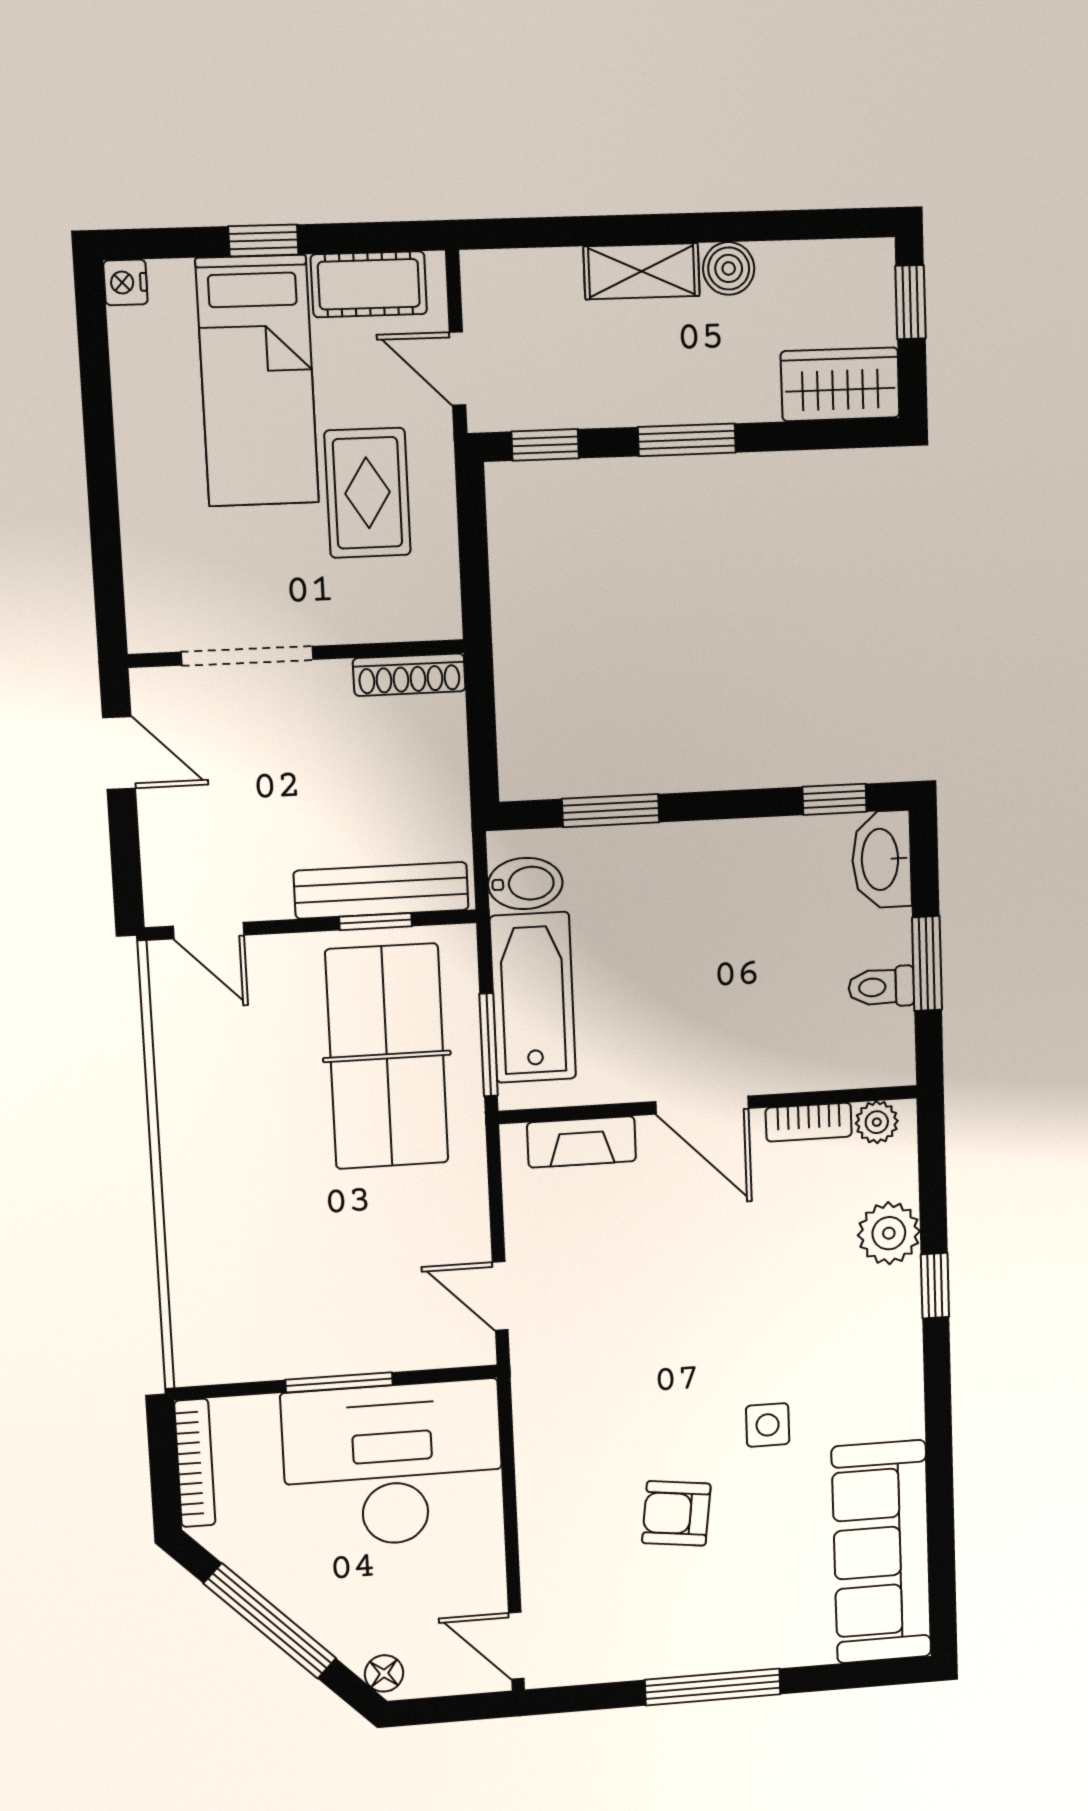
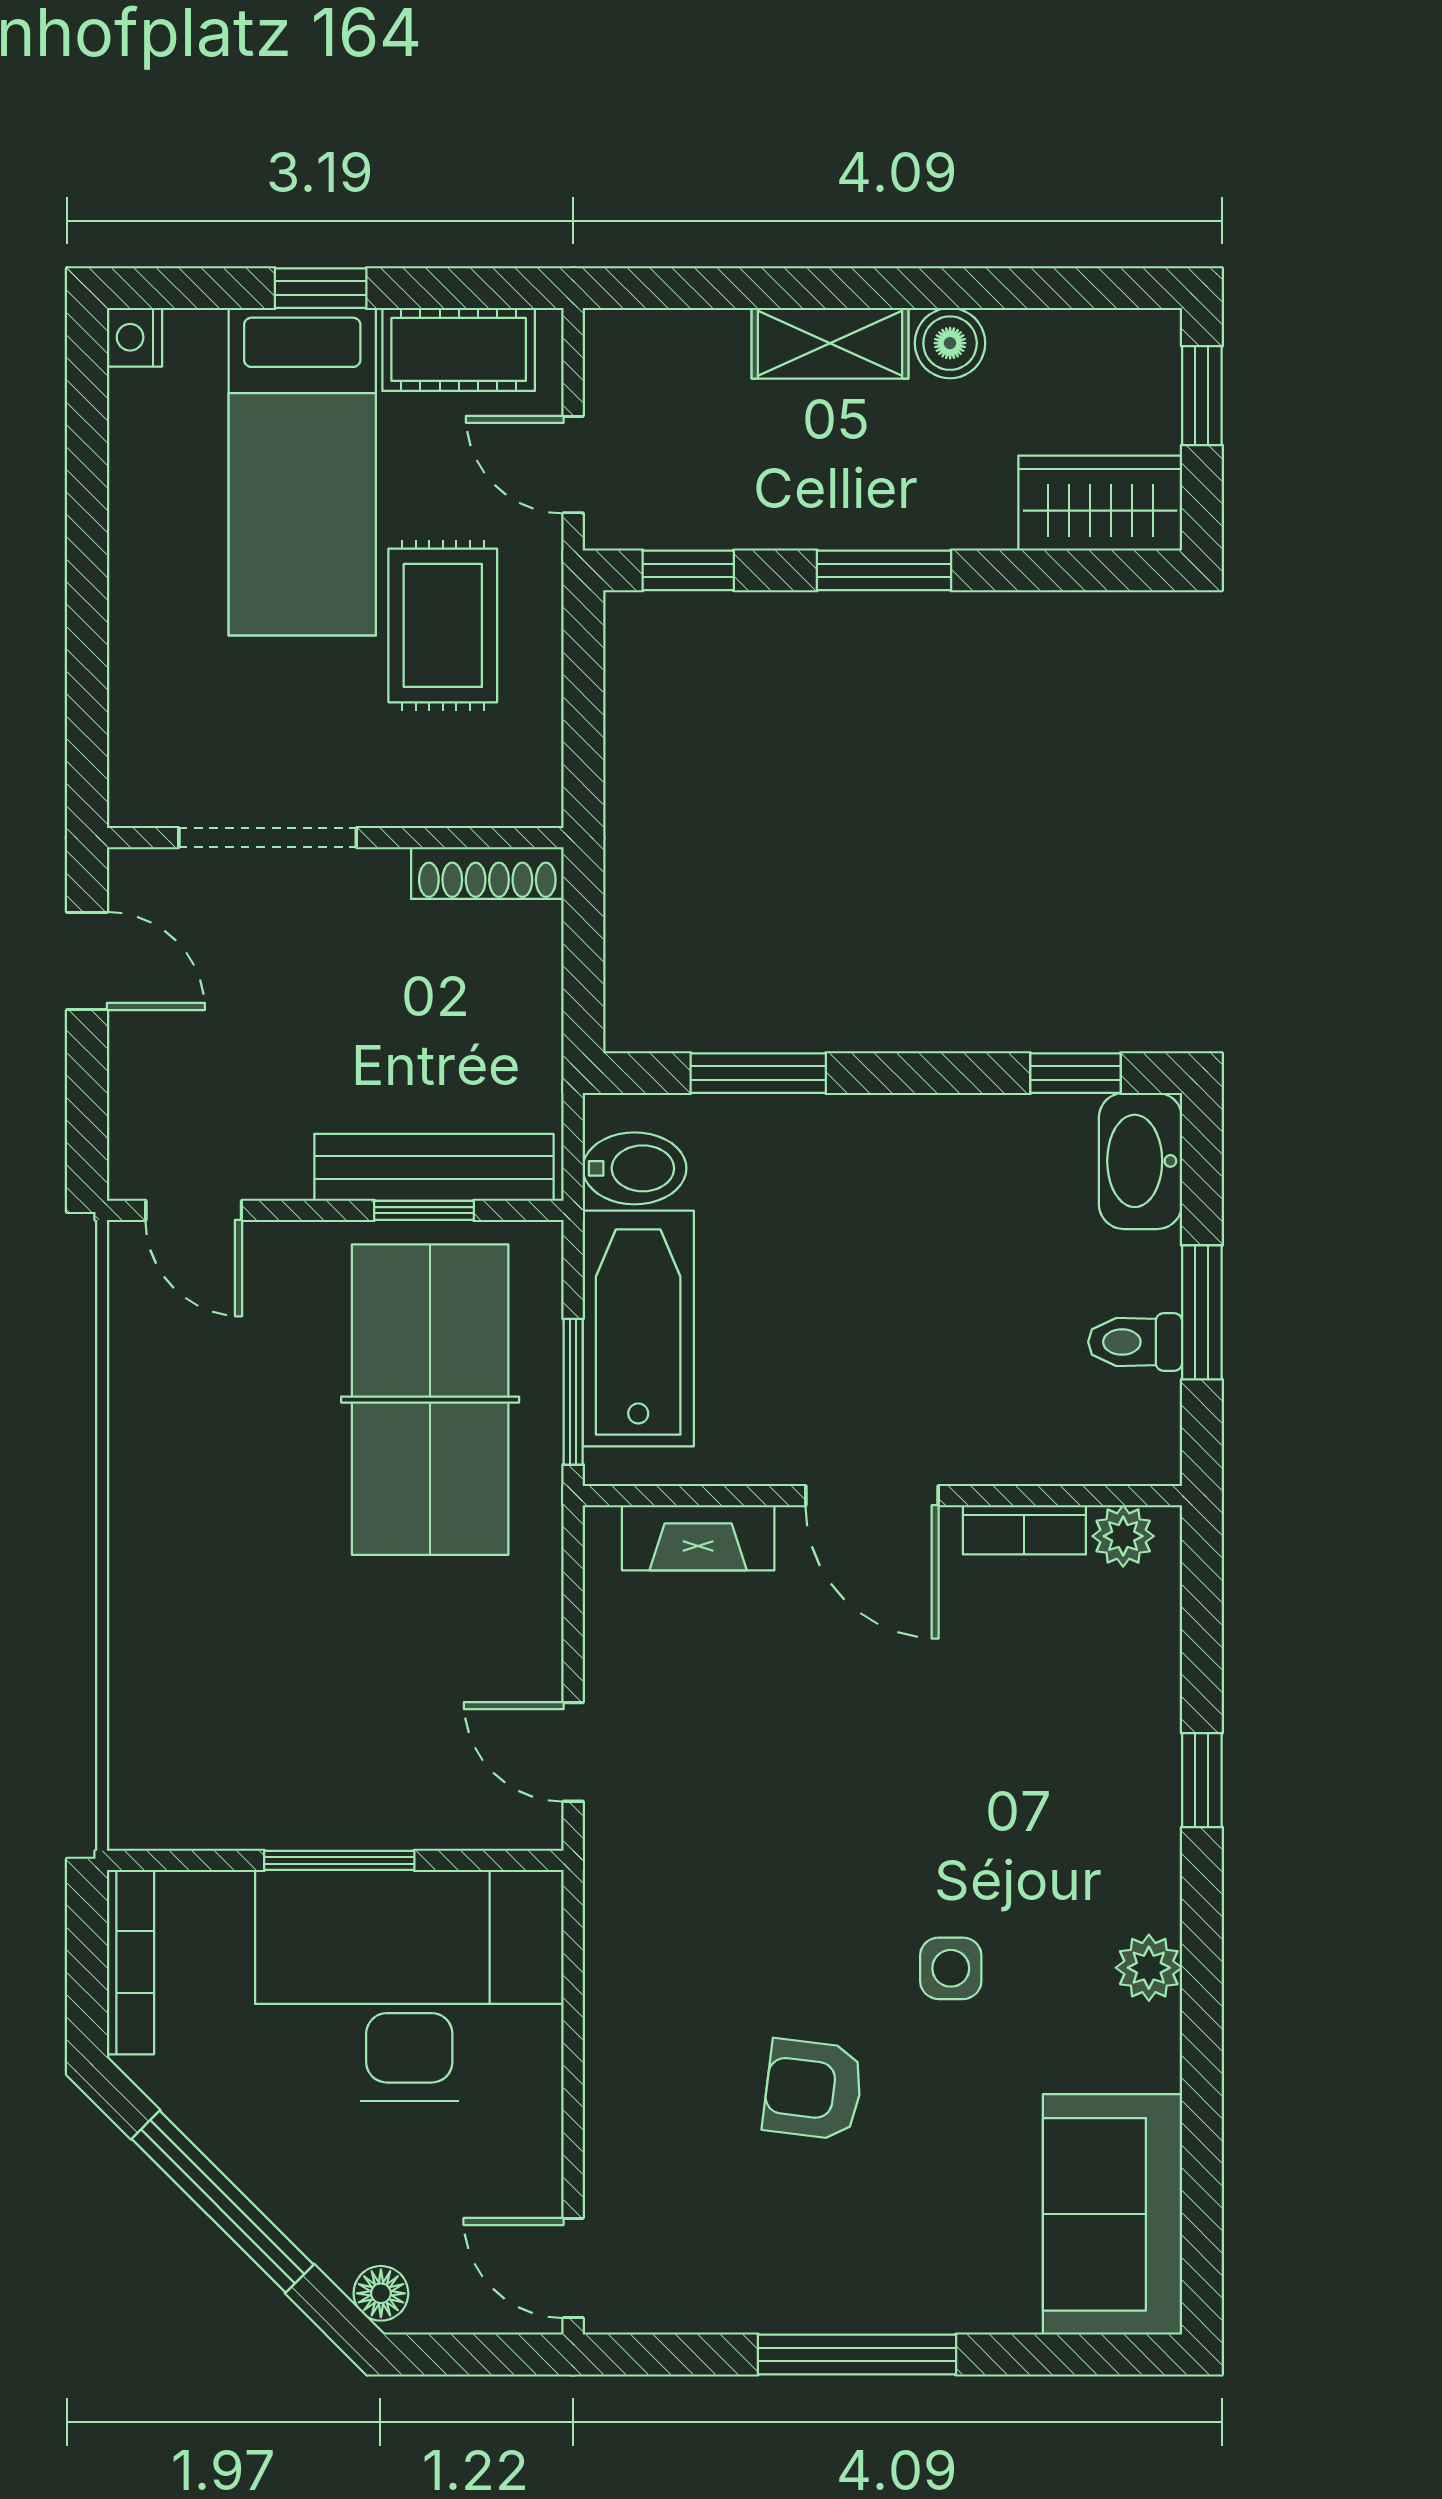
plant: (889, 1233) -> (1149, 1968), moved, width x0.73, depth x0.73
sofa: (881, 1552) -> (1112, 2214), width x0.73

